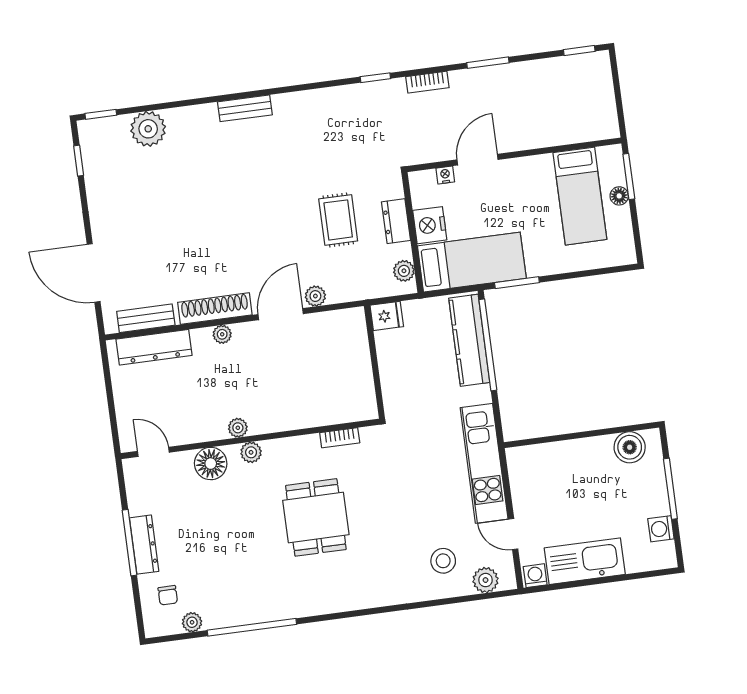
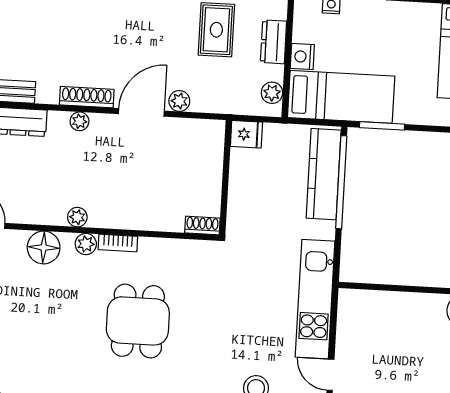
nightstand: (430, 225) -> (302, 57), width x0.74, depth x0.75
shoe rack: (215, 309) -> (87, 97), width x0.74, depth x0.81
shoe rack: (361, 413) -> (202, 225), added
bookcase: (340, 438) -> (118, 243), moved

